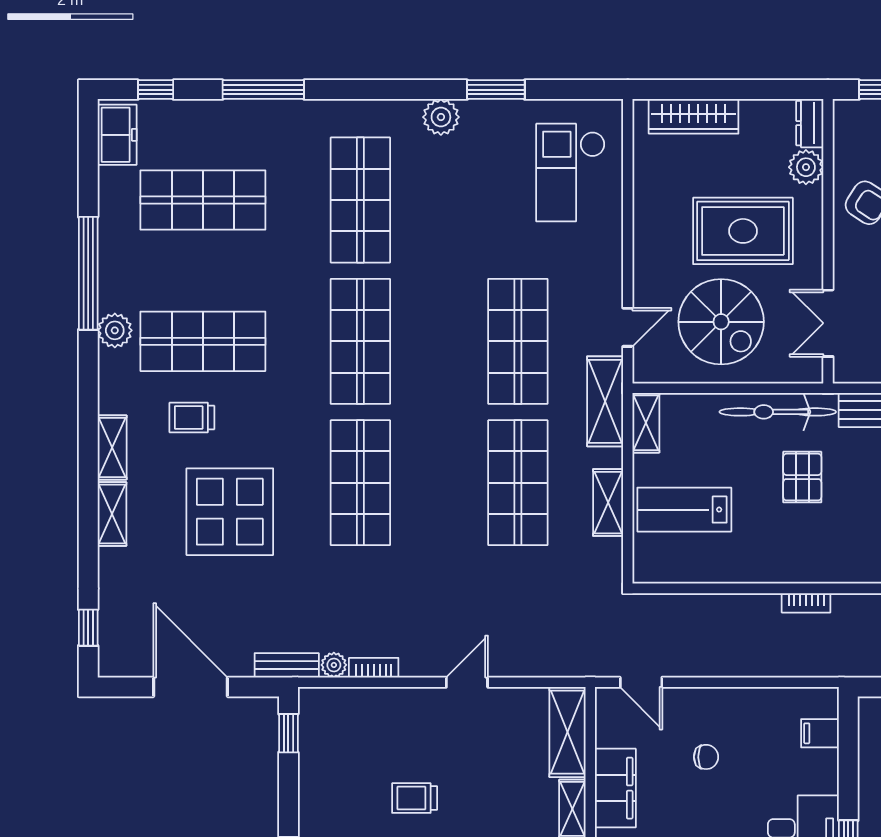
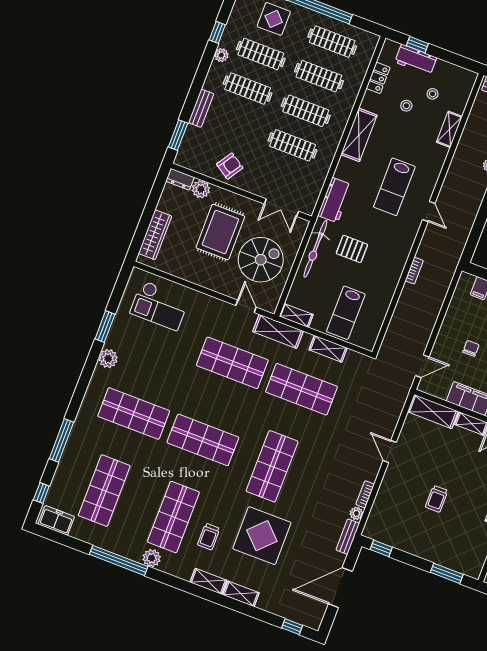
shop shelf: (360, 483) -> (272, 466), turned 90

